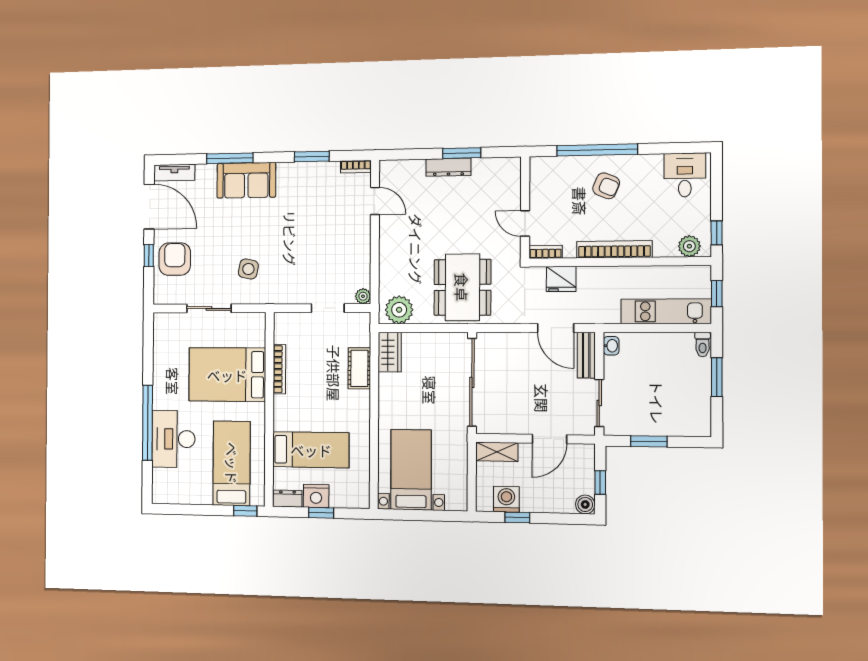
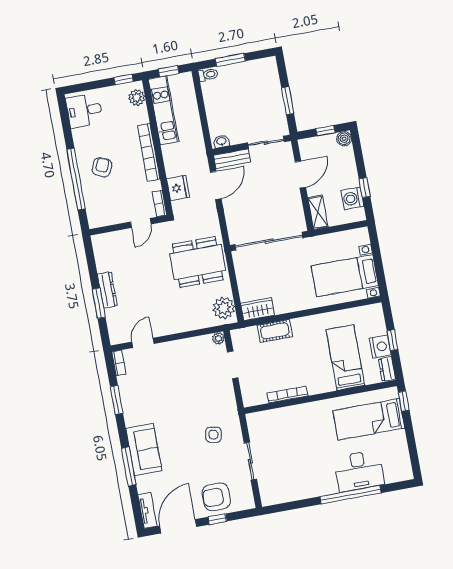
window: (462, 153) -> (99, 303), moved
kitchen unit: (666, 311) -> (164, 110), moved, turned 180
bed: (227, 375) -> (300, 436), removed
door: (549, 439) -> (300, 174), hinge flipped

